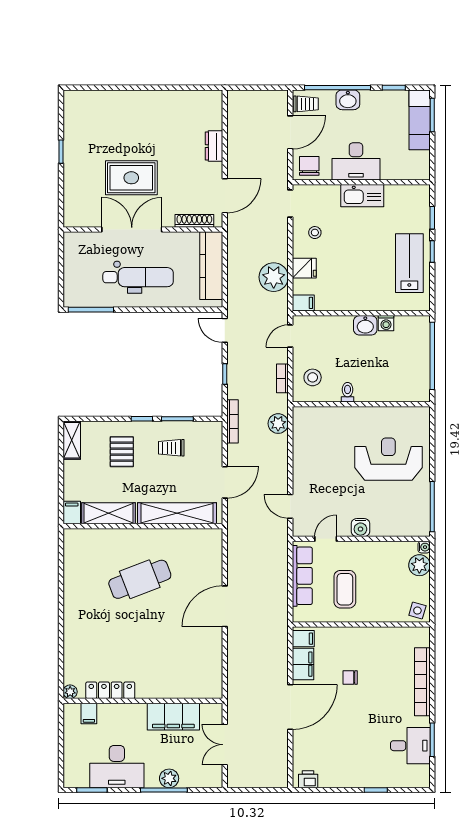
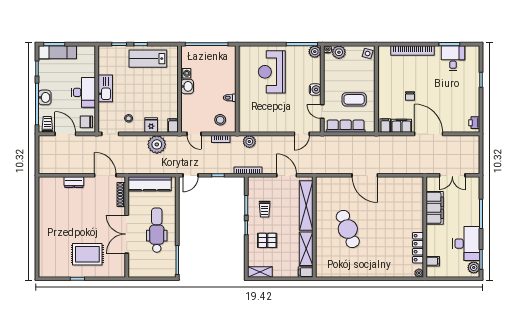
rug: (131, 178) -> (87, 254), moved, turned 90
plant: (420, 527) -> (315, 52), added
plant: (169, 778) -> (474, 268), moved

